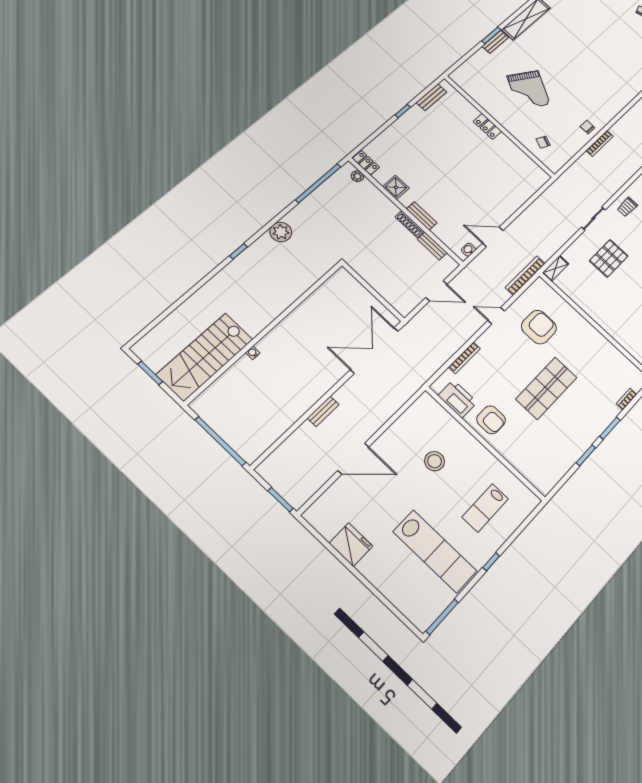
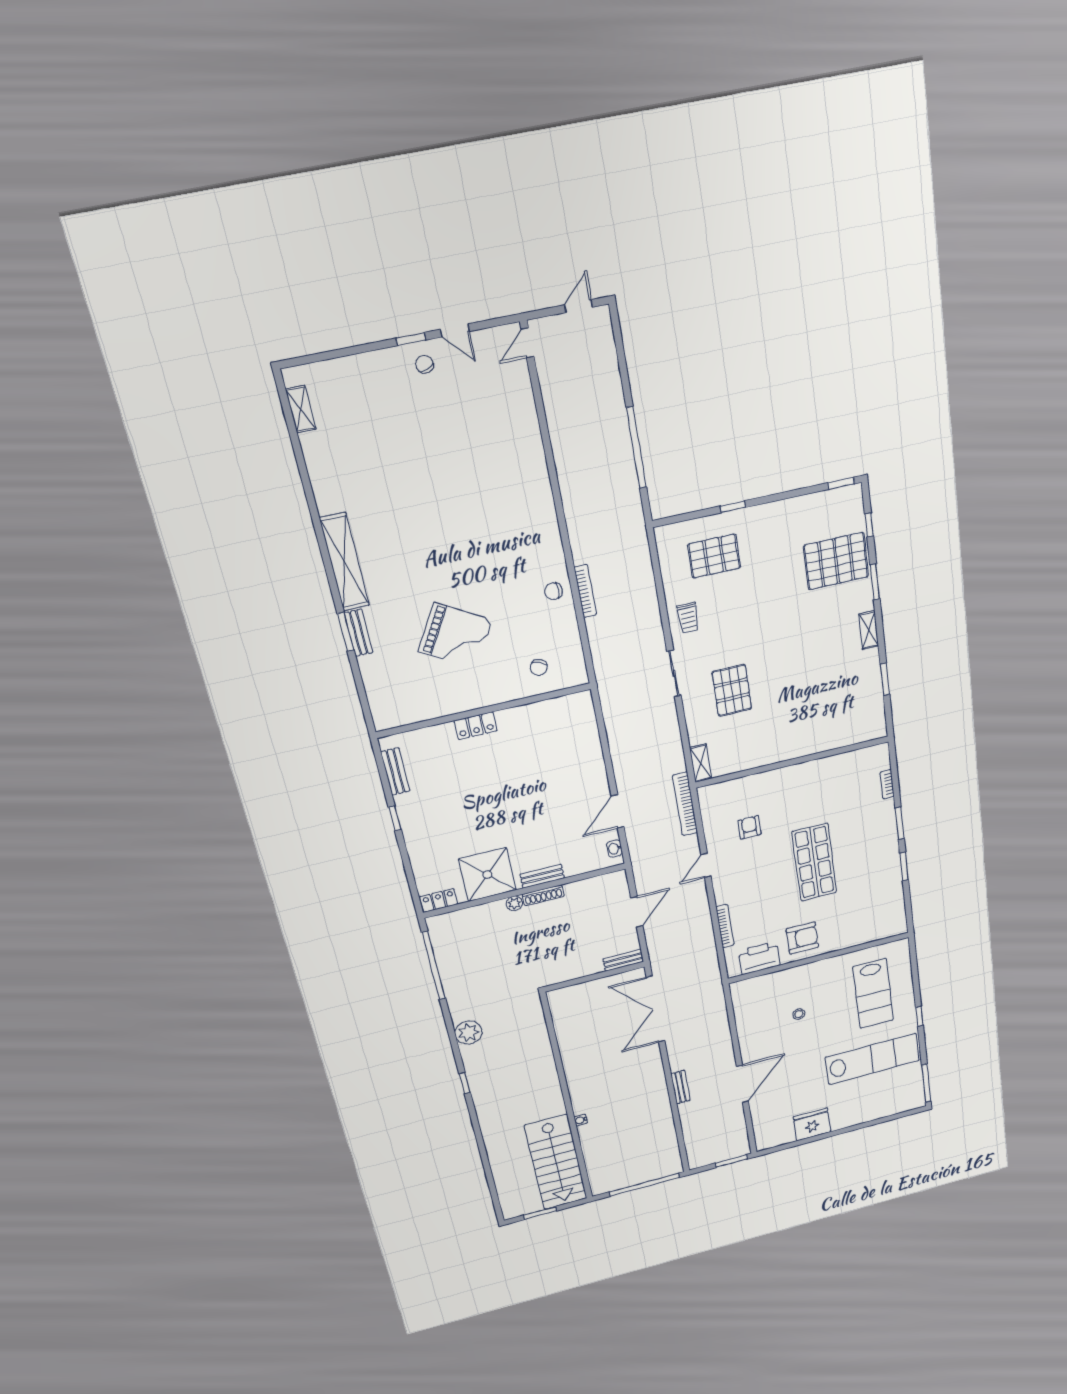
plant: (357, 176) -> (514, 903), moved
shower: (396, 187) -> (487, 875), width x1.86, depth x1.86
bench: (432, 246) -> (623, 960), moved
armchair: (539, 327) -> (749, 827), width x0.53, depth x0.53
stool: (435, 461) -> (799, 1014), width x0.53, depth x0.53
lab bench: (485, 508) -> (873, 994), width x1.36, depth x1.39

